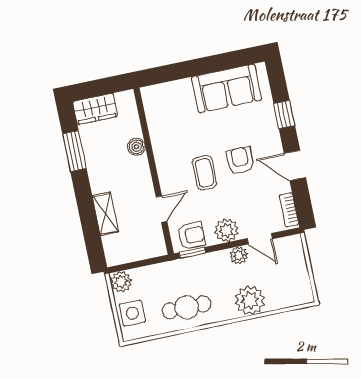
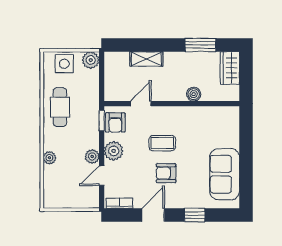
armchair: (240, 160) -> (166, 173), turned 180
door: (161, 209) -> (141, 104), swing flipped
plant: (250, 300) -> (49, 158), width x0.53, depth x0.53

